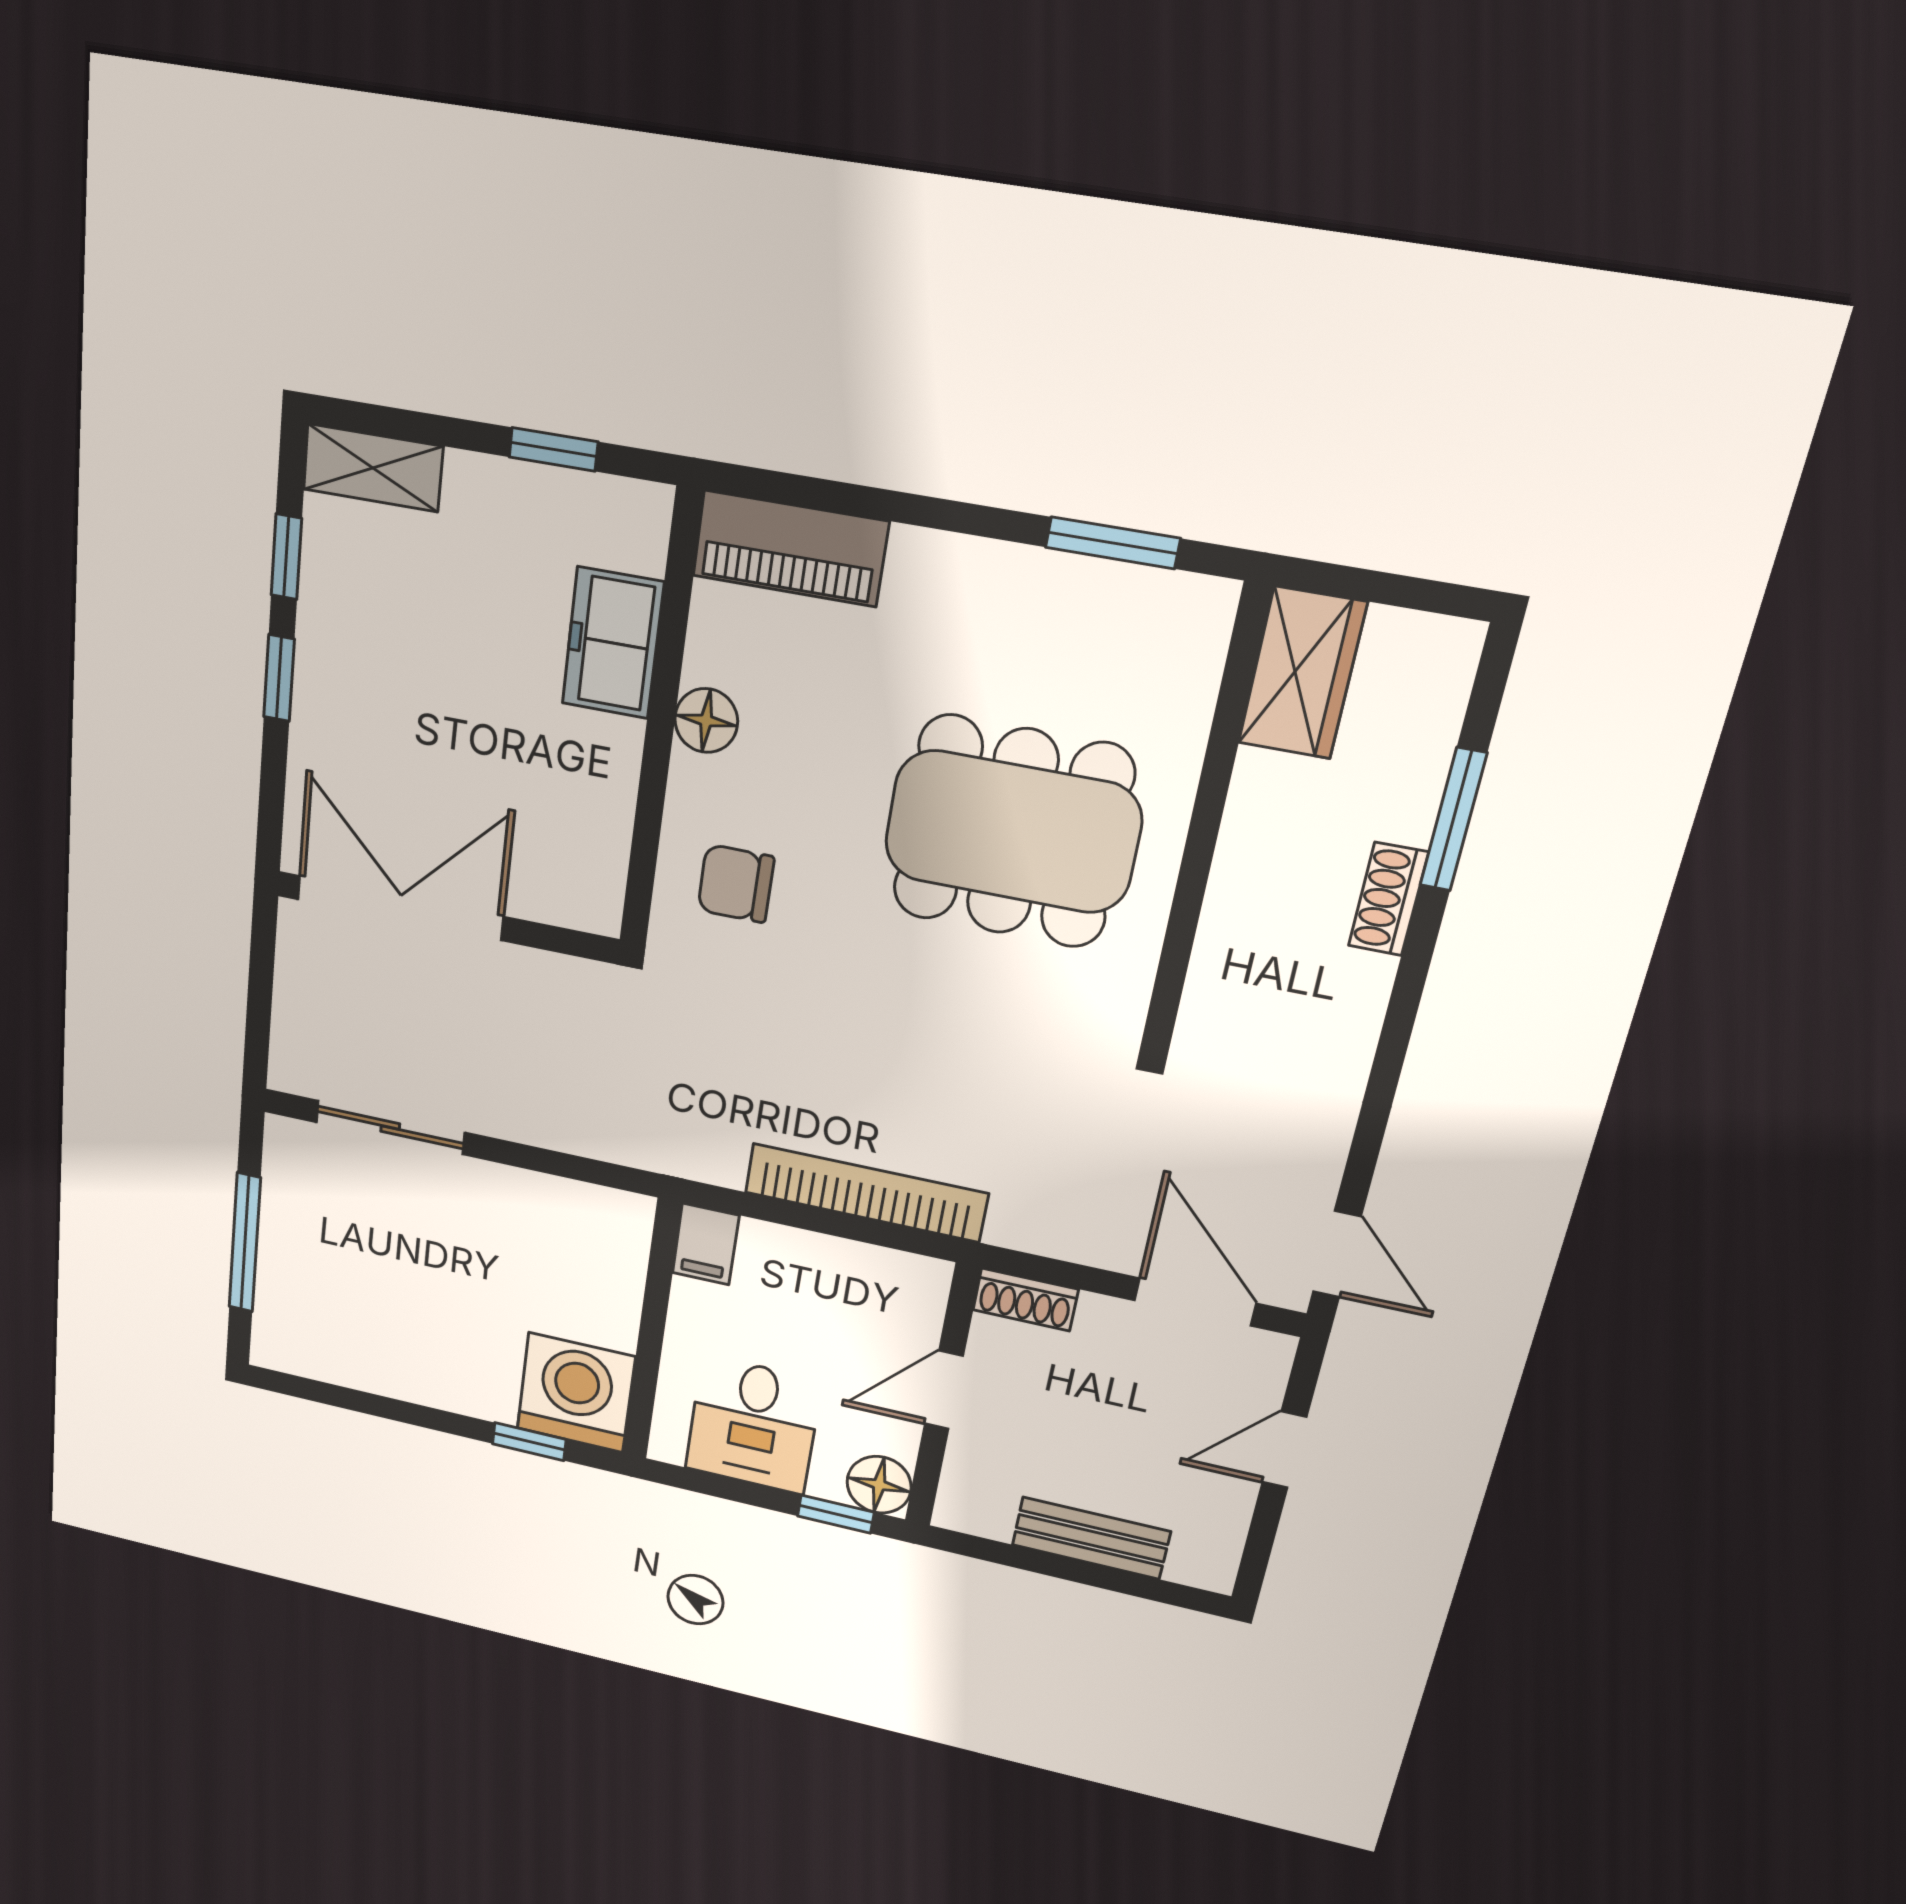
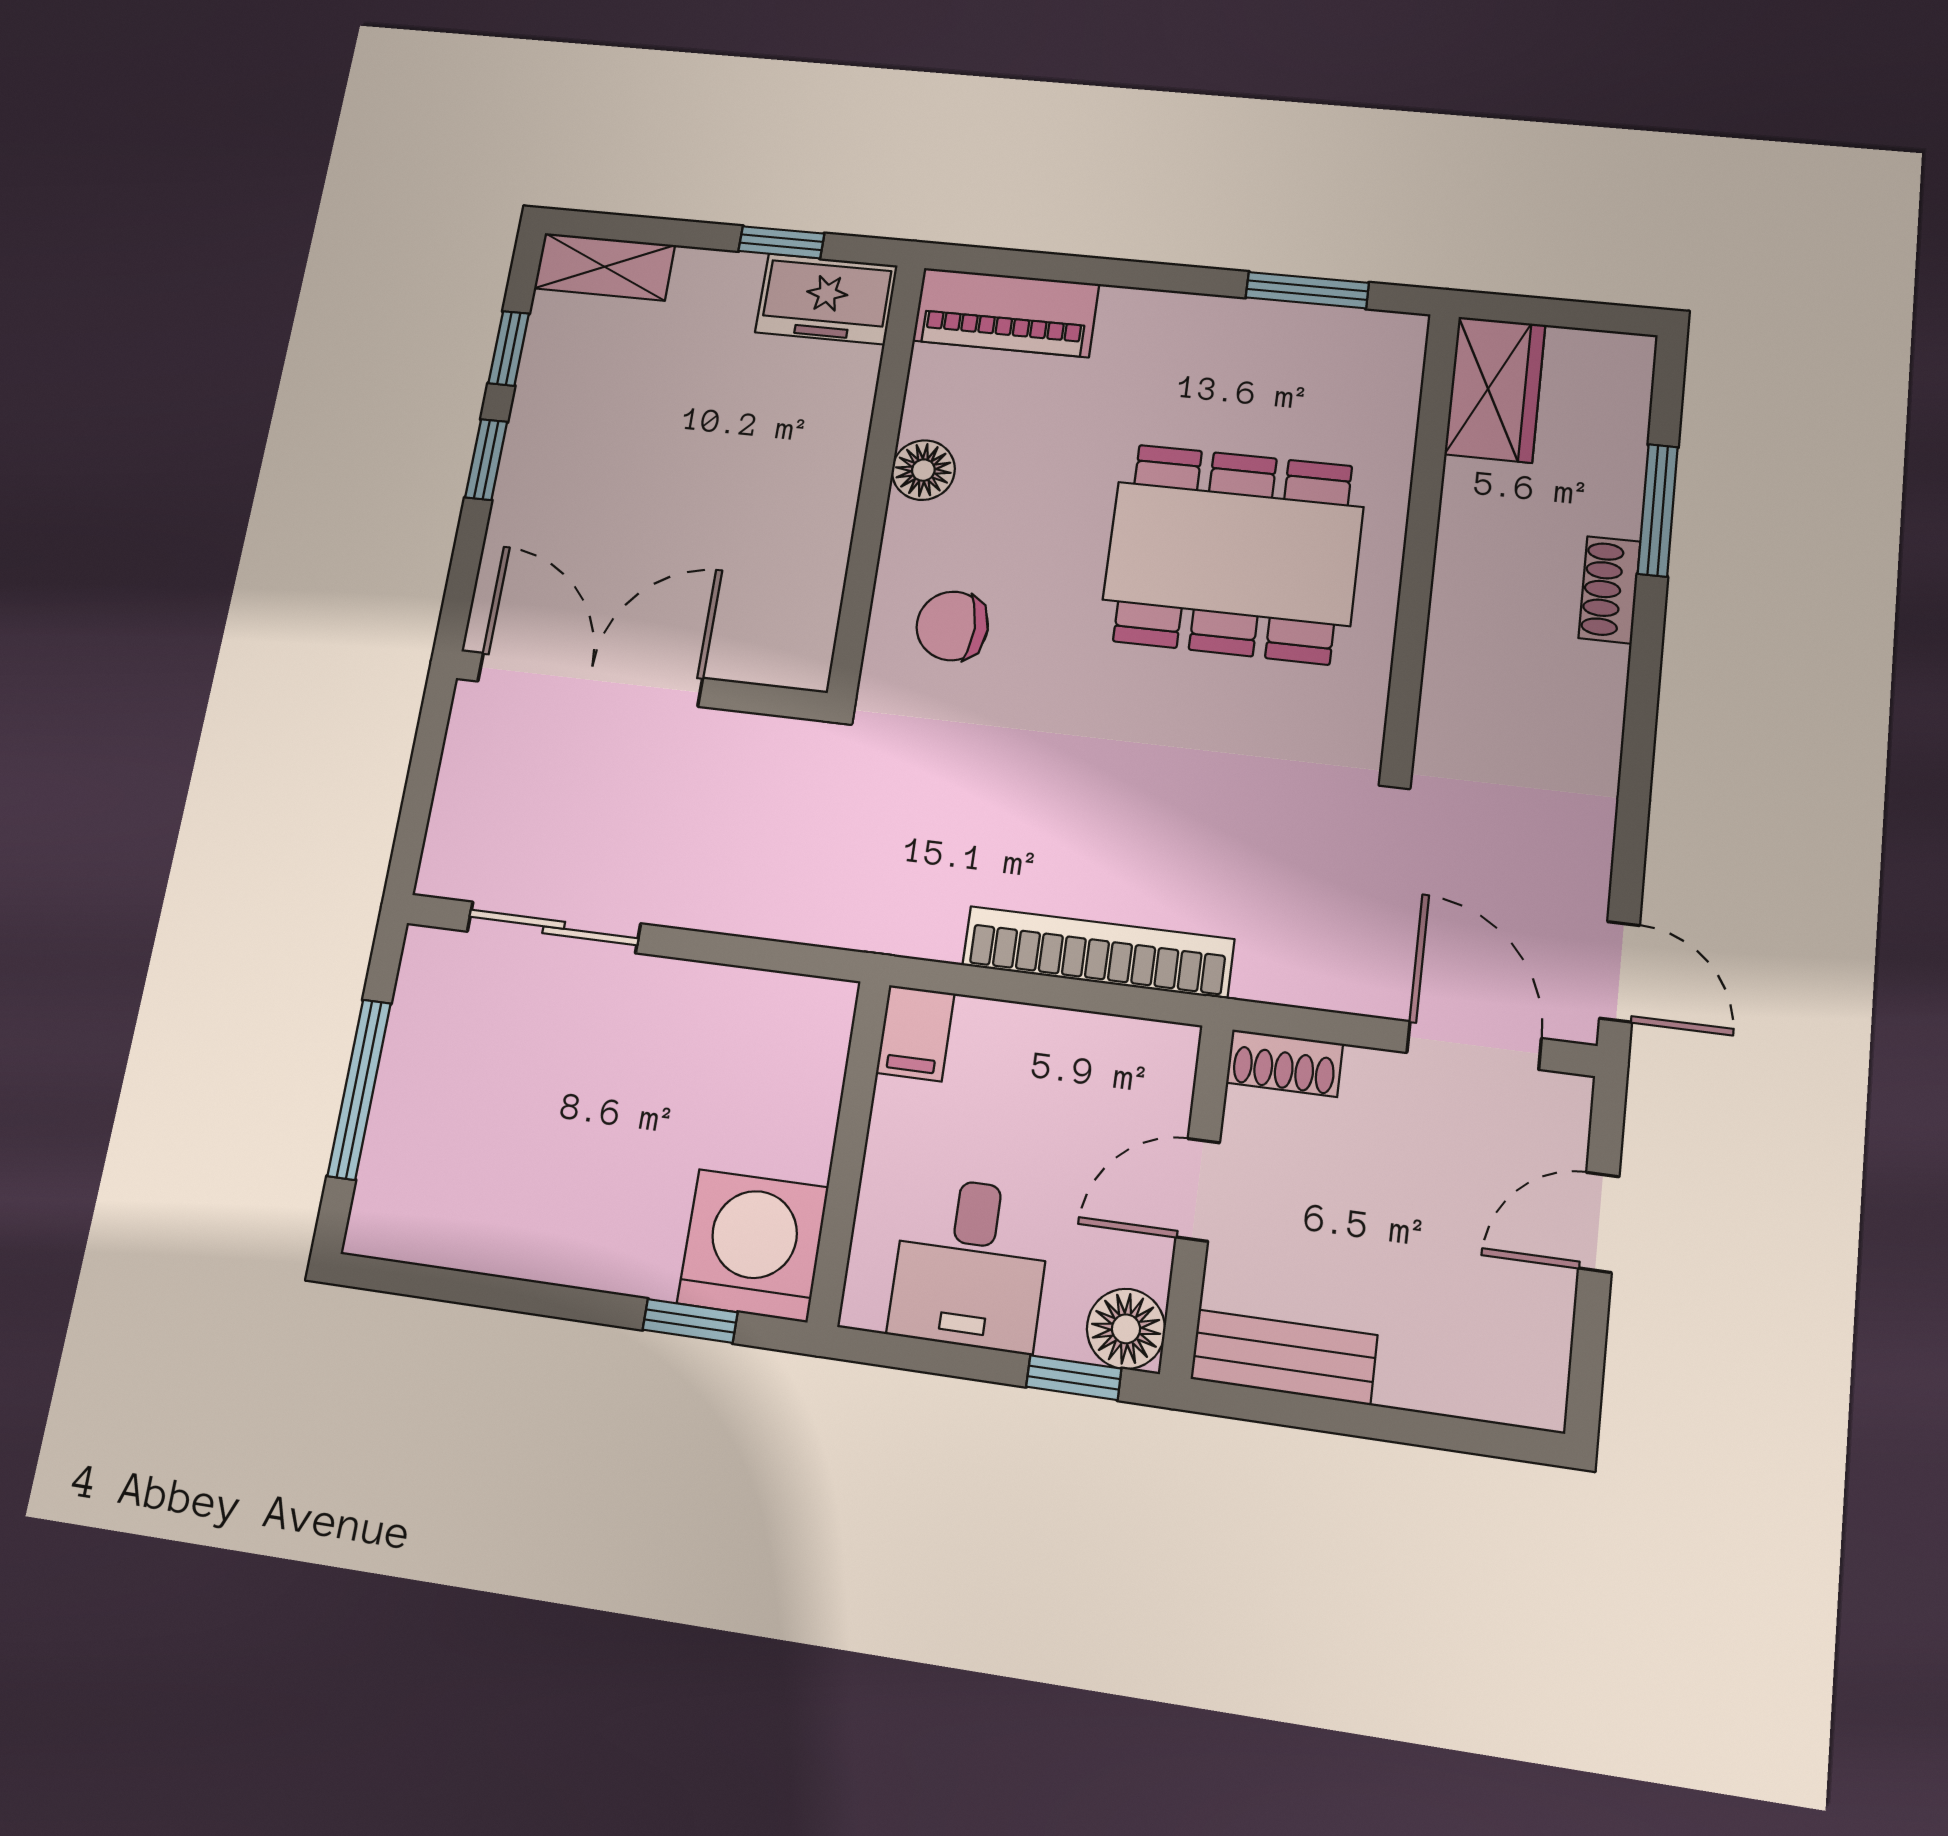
freezer: (613, 643) -> (826, 299), moved, turned -90
bench: (1091, 1538) -> (1284, 1357), moved

